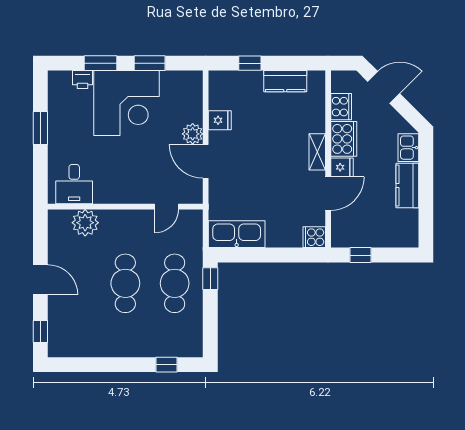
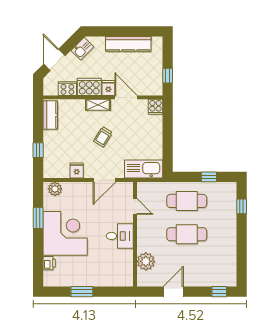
window: (100, 63) -> (38, 251), removed
kitchen counter: (285, 81) -> (50, 115), moved
plant: (193, 134) -> (55, 189), moved
kitchen sink: (408, 148) -> (82, 49), moved, turned -45
trolley: (270, 159) -> (103, 137), added
desk: (74, 184) -> (120, 236), moved
kitchen counter: (407, 185) -> (128, 44), width x1.50
kitchen sink: (237, 234) -> (144, 169), moved, turned 90
window: (210, 279) -> (209, 177), moved
door: (40, 280) -> (173, 292), moved

